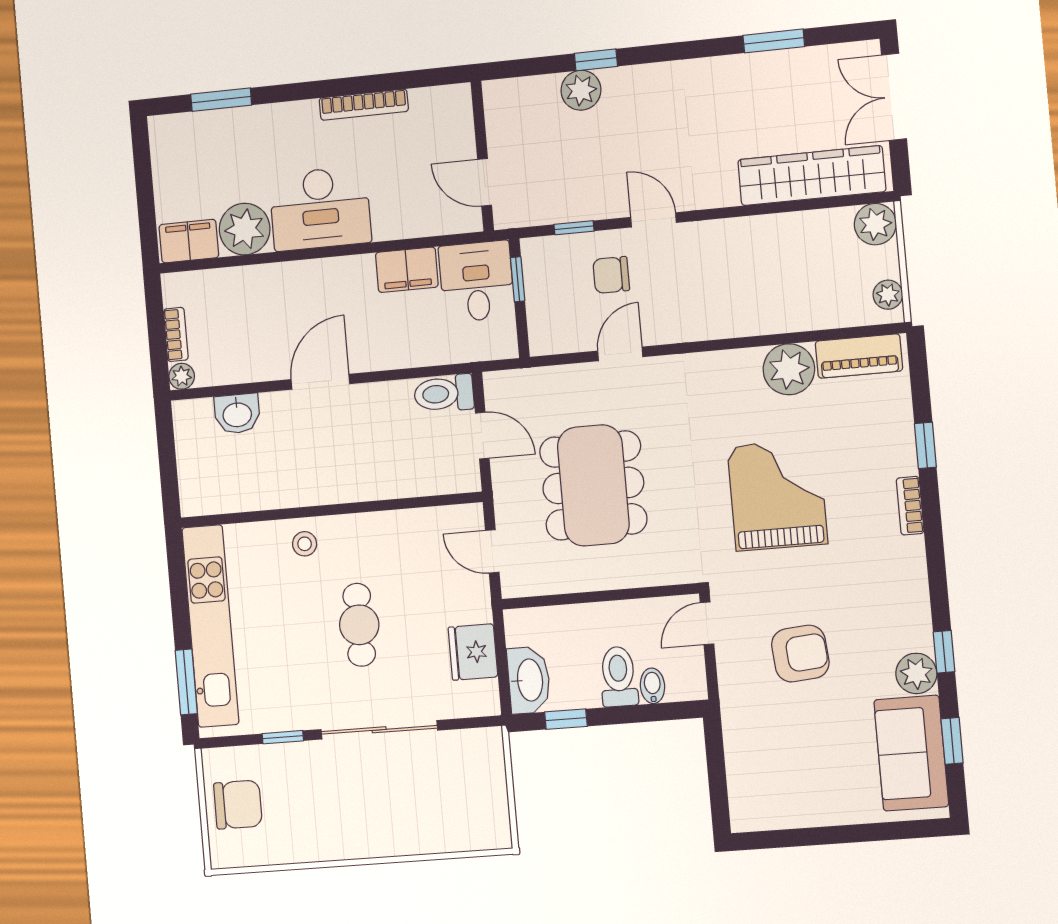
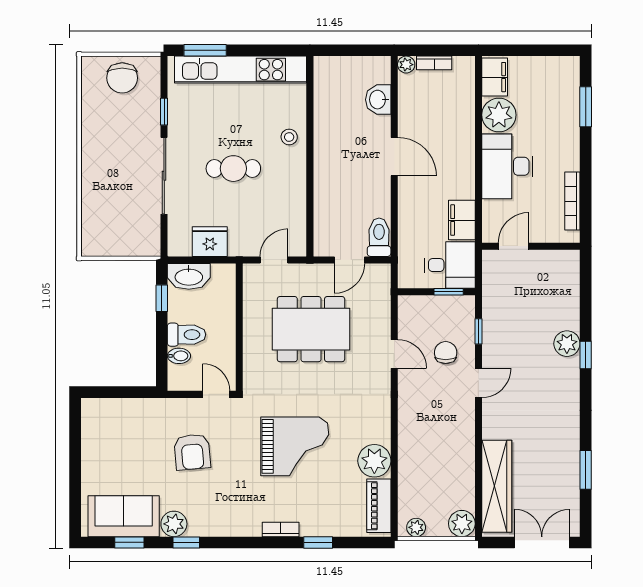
wall: (482, 156) -> (531, 246), moved
door: (485, 182) -> (514, 246), moved

